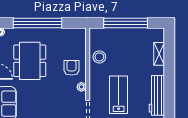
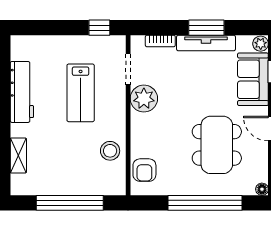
armchair: (72, 68) -> (144, 170), moved
plant: (81, 87) -> (144, 99), width x1.88, depth x1.88

